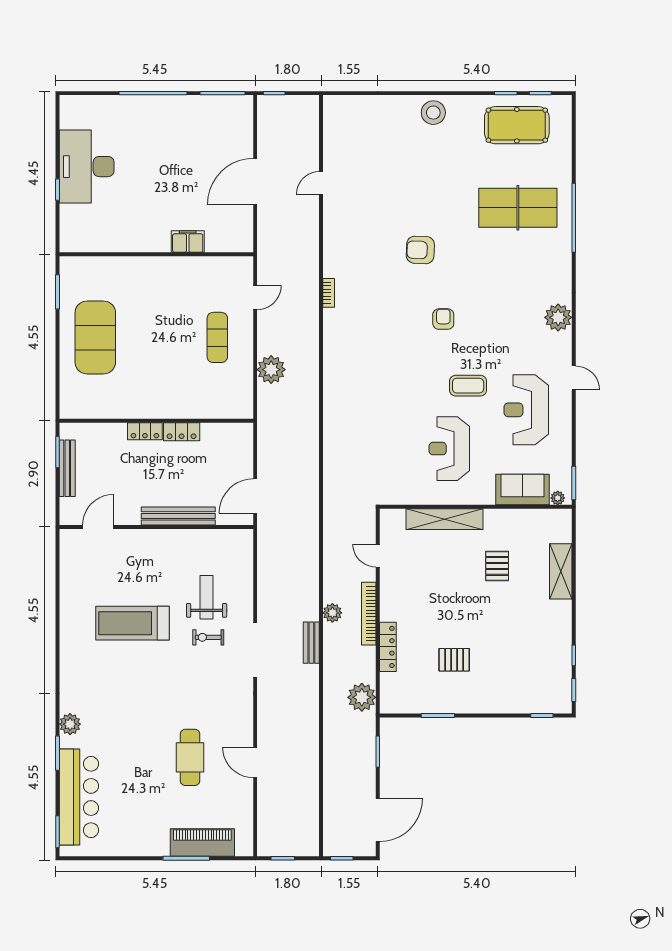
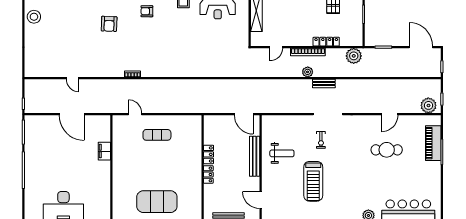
plant: (271, 370) -> (428, 105), moved
weight bench: (207, 597) -> (282, 153), moved, turned 180

